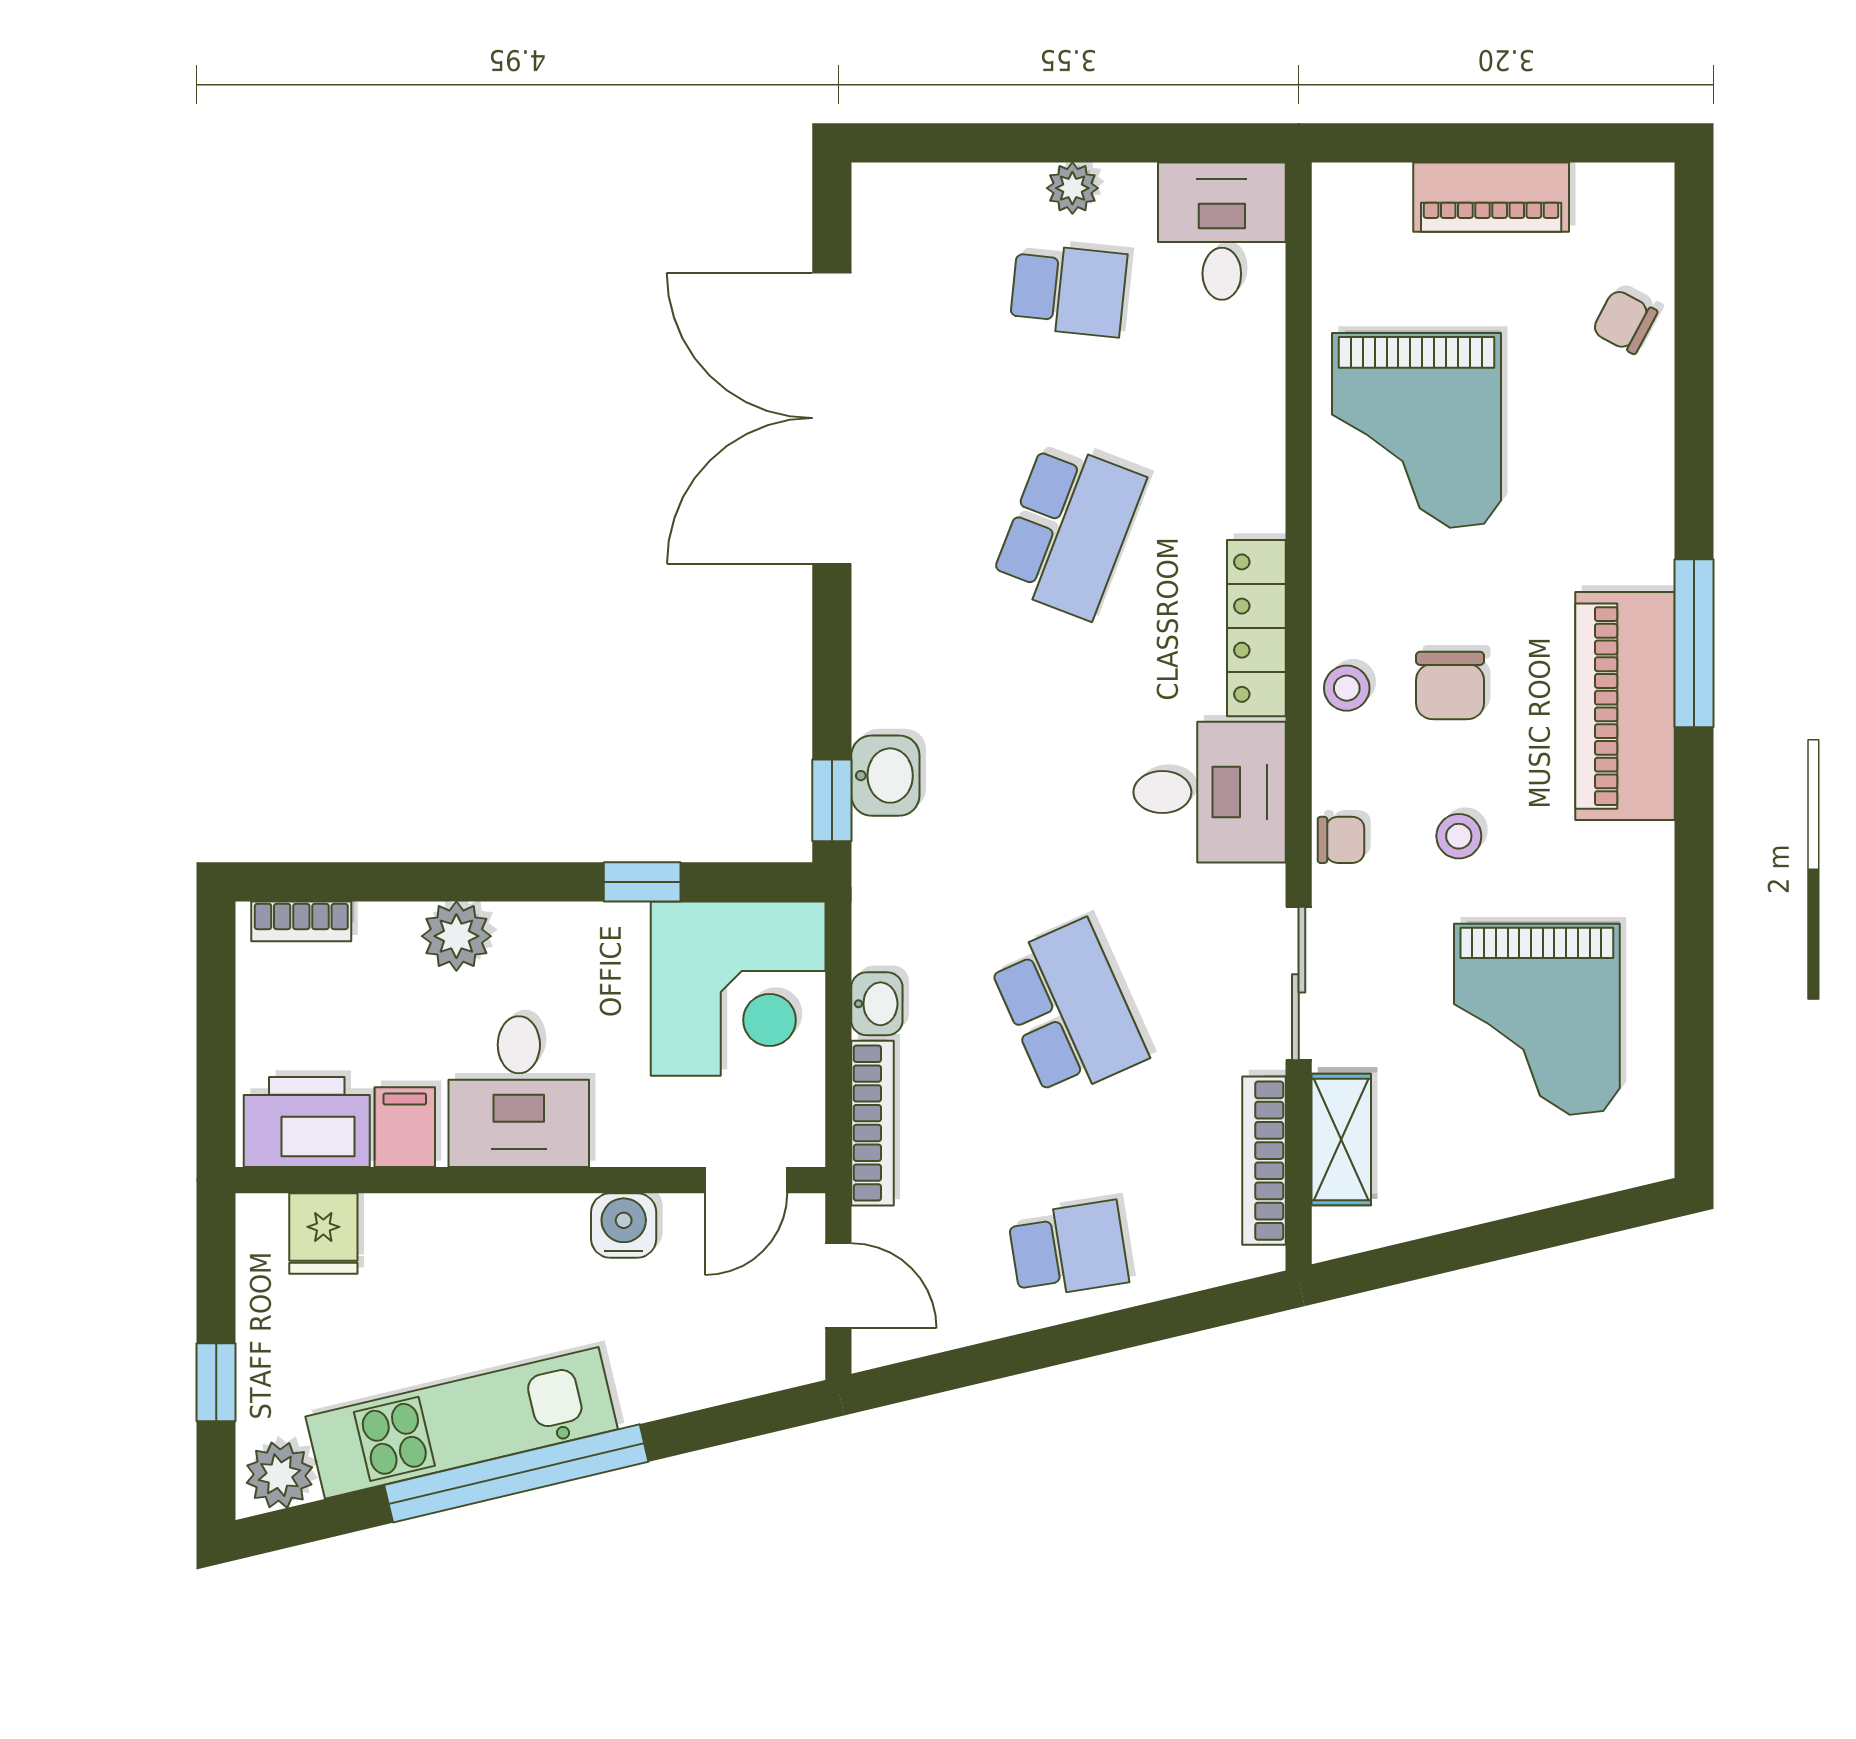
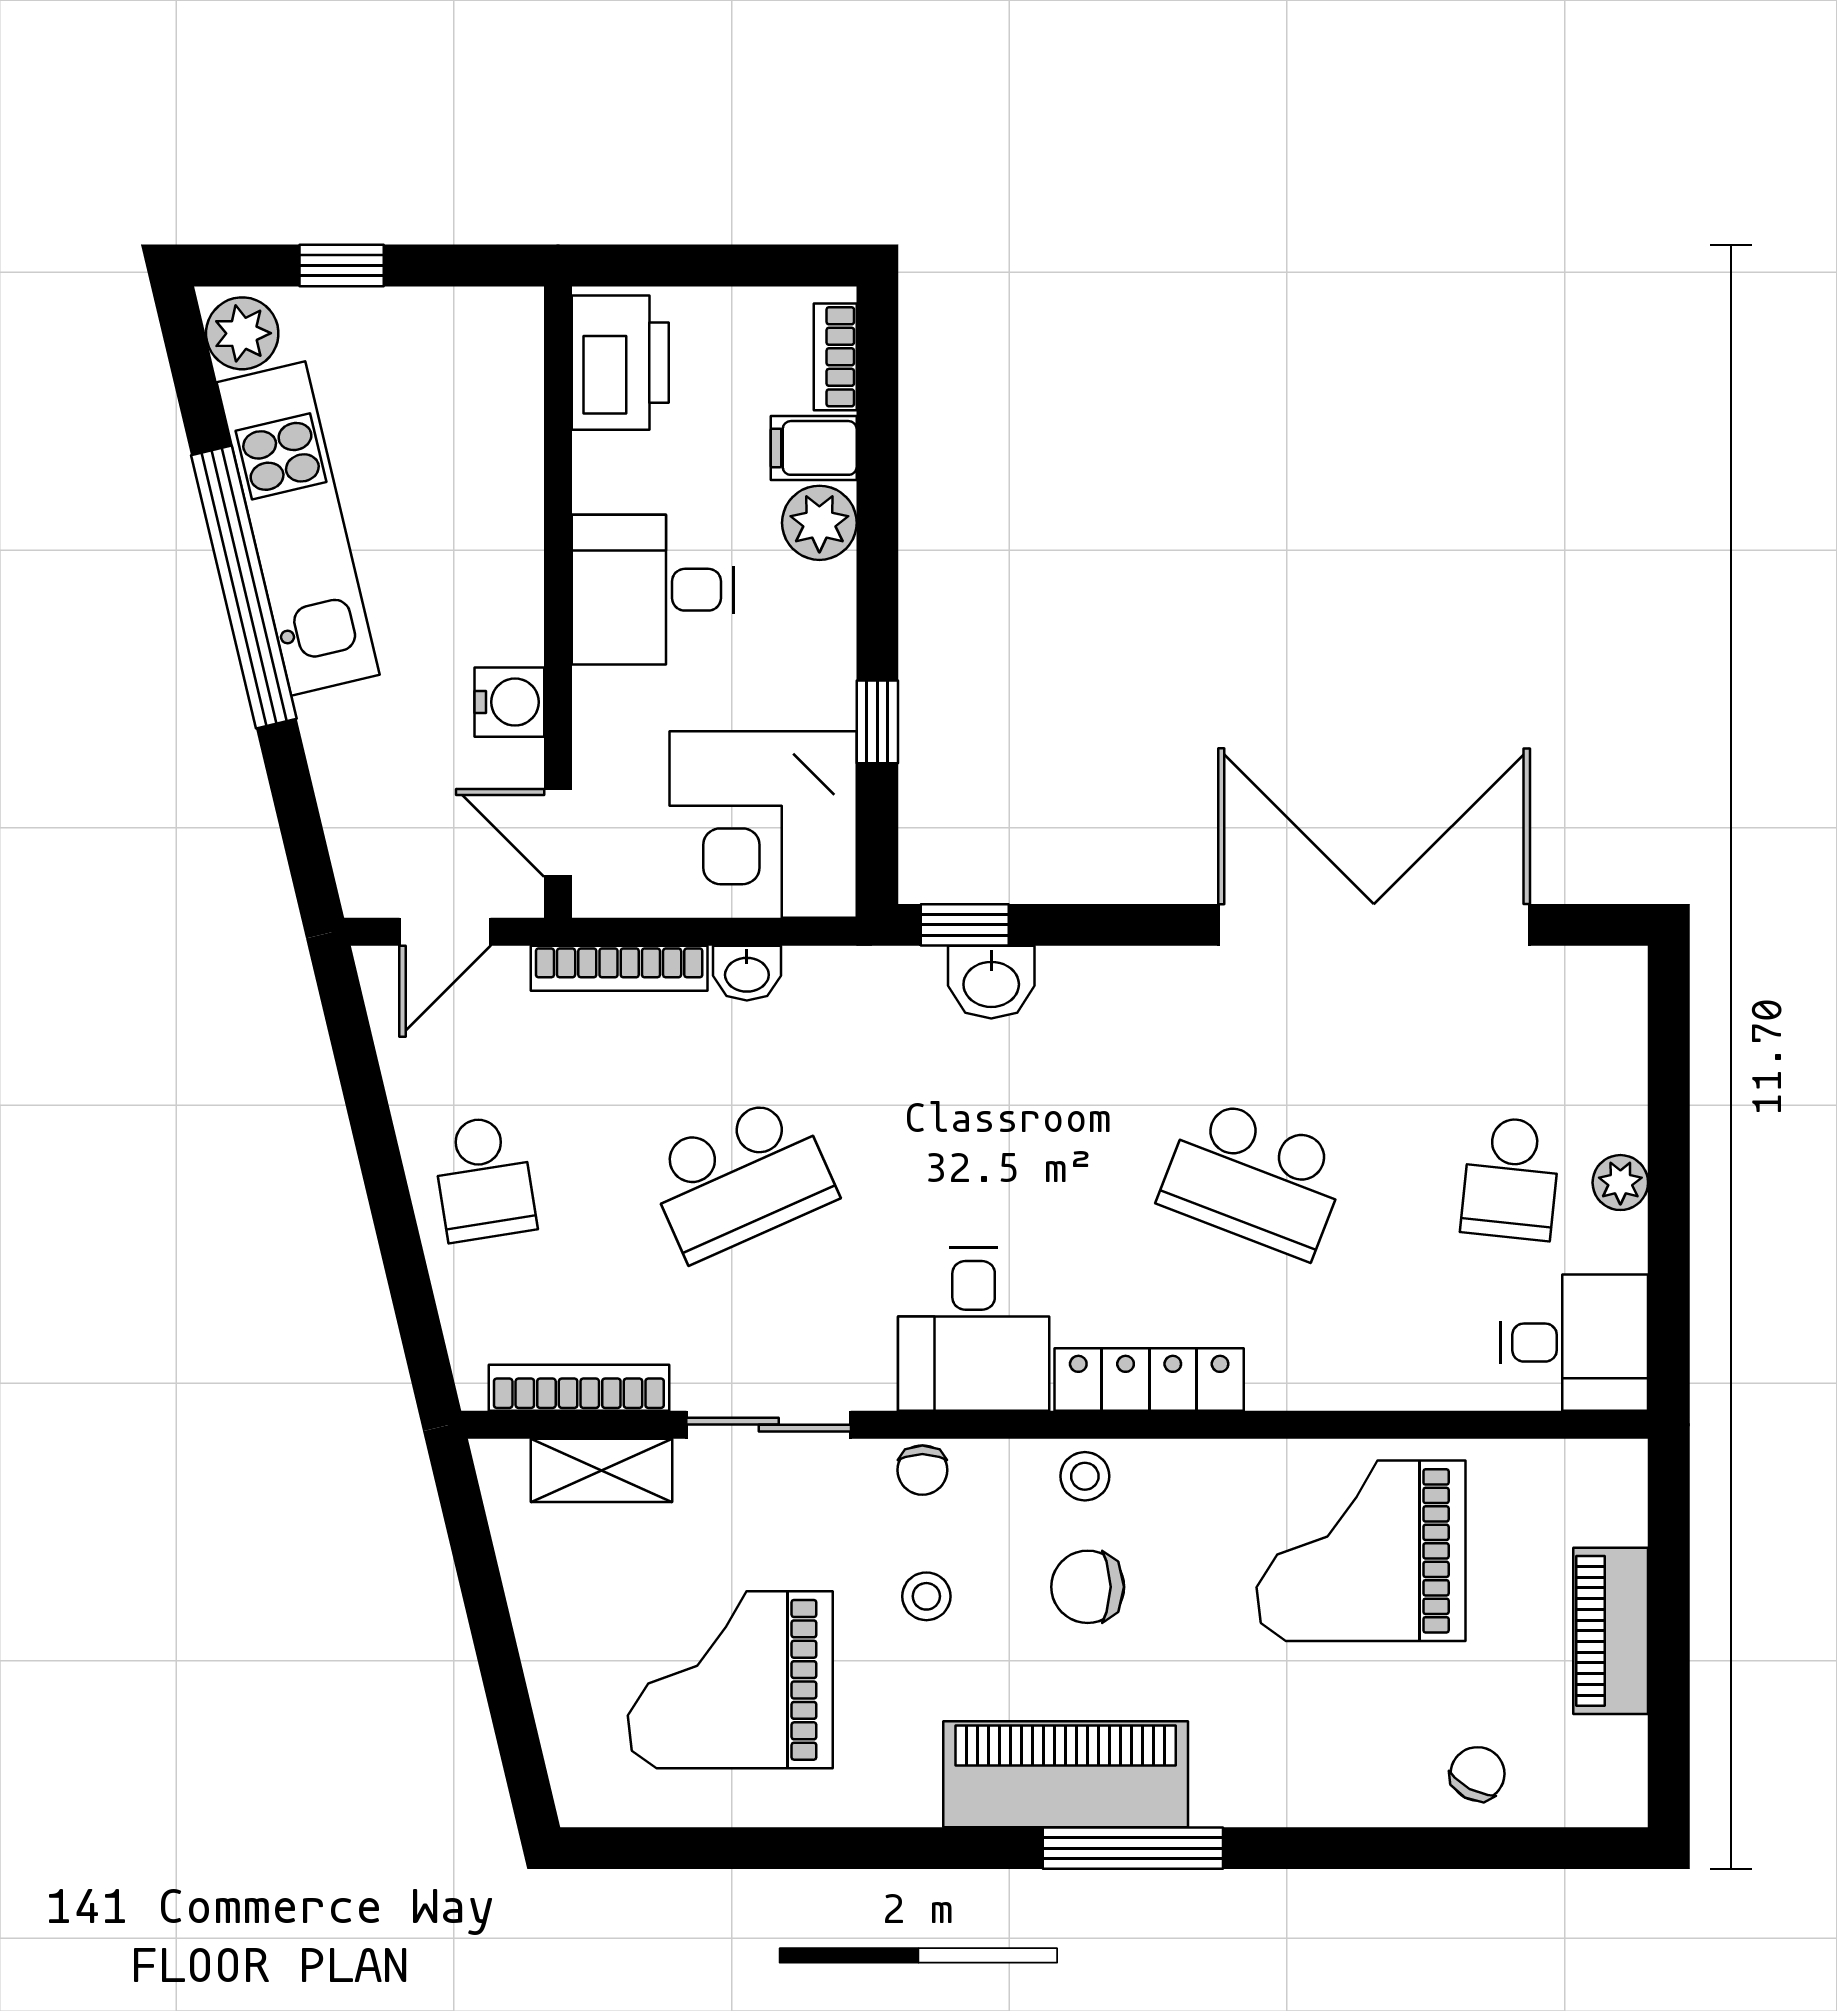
filing cabinet: (405, 1127) -> (814, 448), moved, turned 180
fridge: (323, 1233) -> (501, 380), removed

